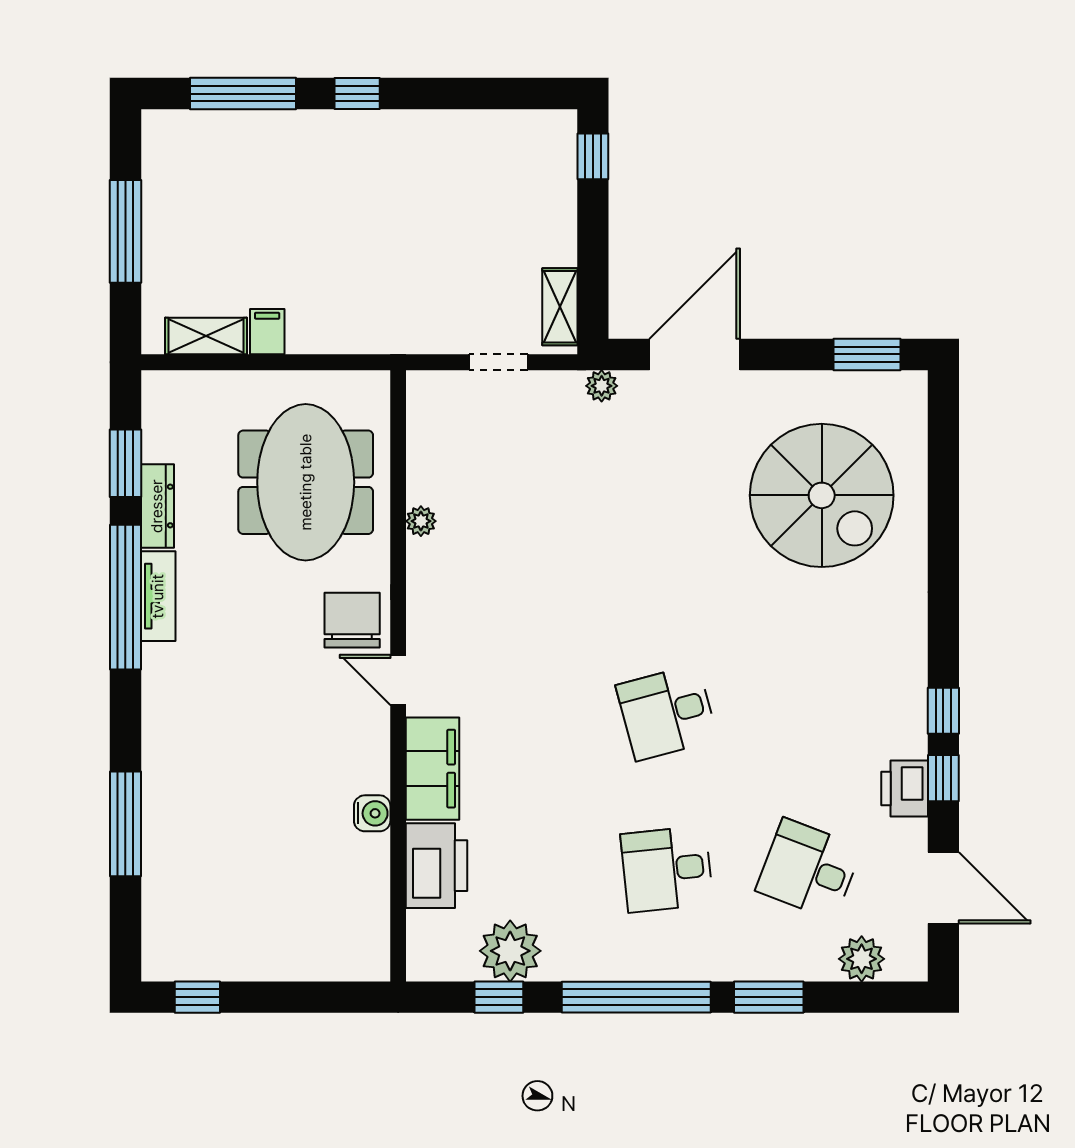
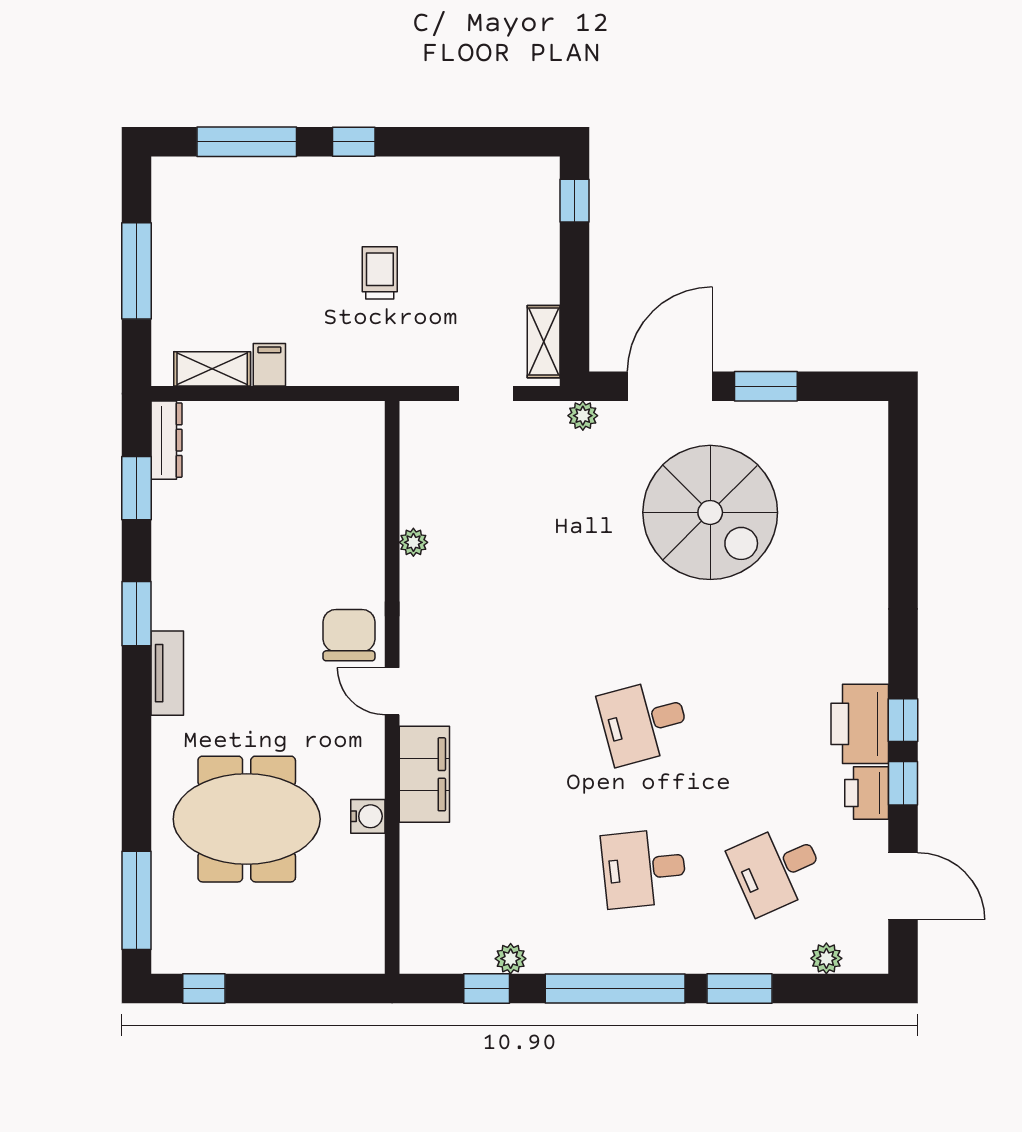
trolley: (385, 234) -> (380, 273), added
window: (867, 354) -> (766, 386), moved
meeting table: (306, 482) -> (247, 819), moved, turned 90
spiral stairs: (822, 495) -> (710, 512), moved
dresser: (157, 506) -> (167, 440), moved
tv unit: (158, 596) -> (167, 673), moved
window: (125, 597) -> (137, 614), width x0.47
window: (125, 824) -> (137, 900), moved
printer: (436, 866) -> (860, 724), moved, turned 180
desk: (809, 869) -> (777, 868), turned -45
plant: (510, 951) -> (511, 959), width x0.53, depth x0.53
plant: (862, 959) -> (826, 958), width x0.73, depth x0.73

